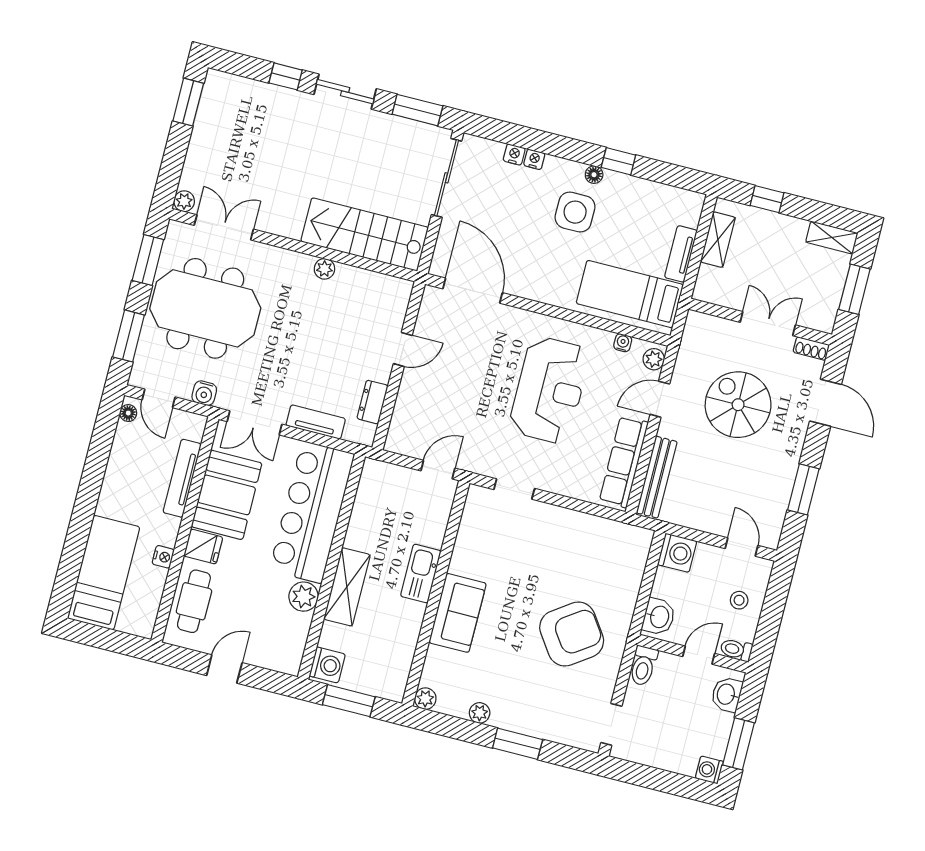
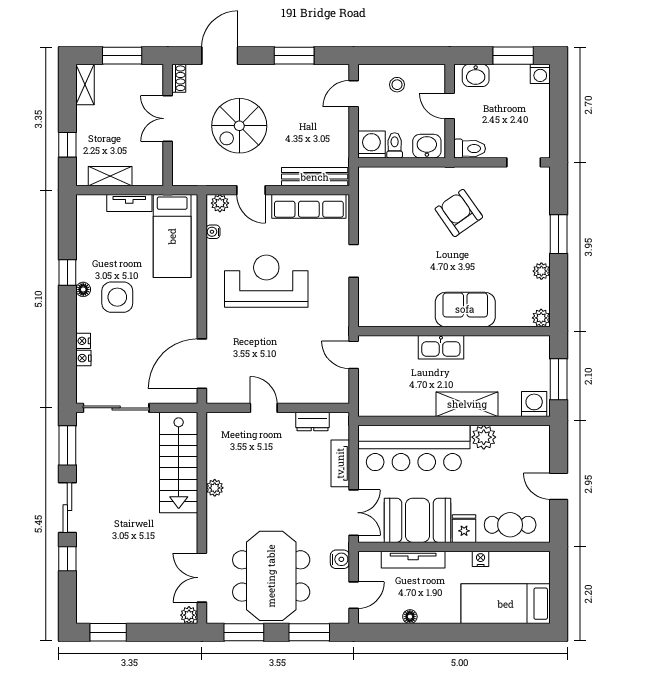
floor lamp: (128, 413) -> (410, 617), moved
doorway: (514, 489) -> (354, 261), moved
armchair: (572, 634) -> (459, 213), width x0.73, depth x0.73
toilet: (736, 650) -> (395, 145), moved, turned 180

